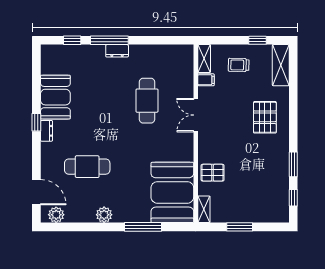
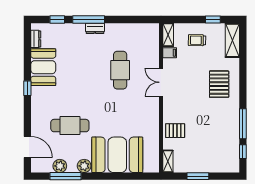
dresser: (47, 131) -> (36, 39), moved
window: (293, 164) -> (243, 124), width x1.44
booth: (172, 192) -> (117, 155), moved, turned 90
plant: (56, 215) -> (60, 166), moved
window: (143, 227) -> (66, 176), moved

